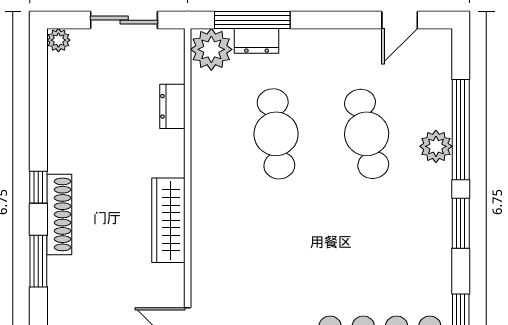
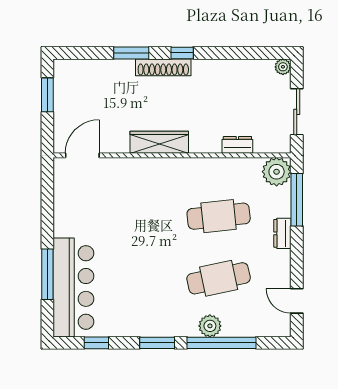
dresser: (257, 41) -> (282, 233), moved

